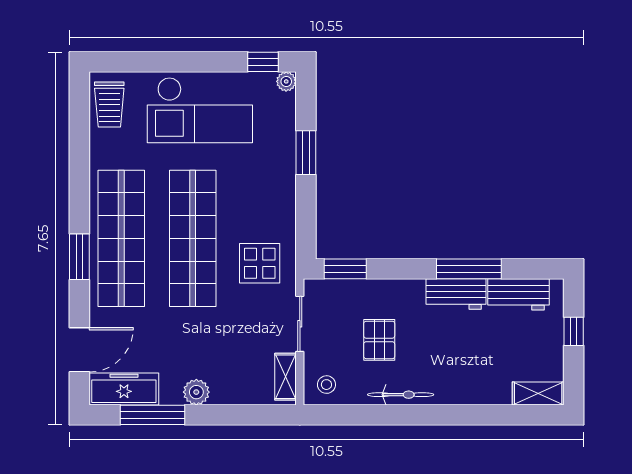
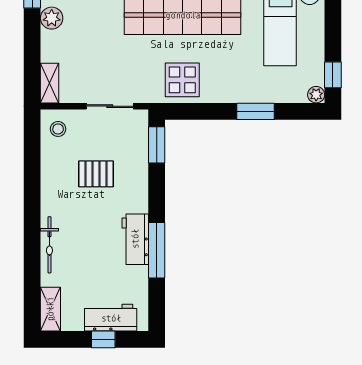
display table: (260, 263) -> (182, 80), moved
workbench: (518, 294) -> (111, 318), moved, turned 90
shelving: (286, 377) -> (50, 83), moved, turned 90
bicycle: (401, 395) -> (49, 245), moved

